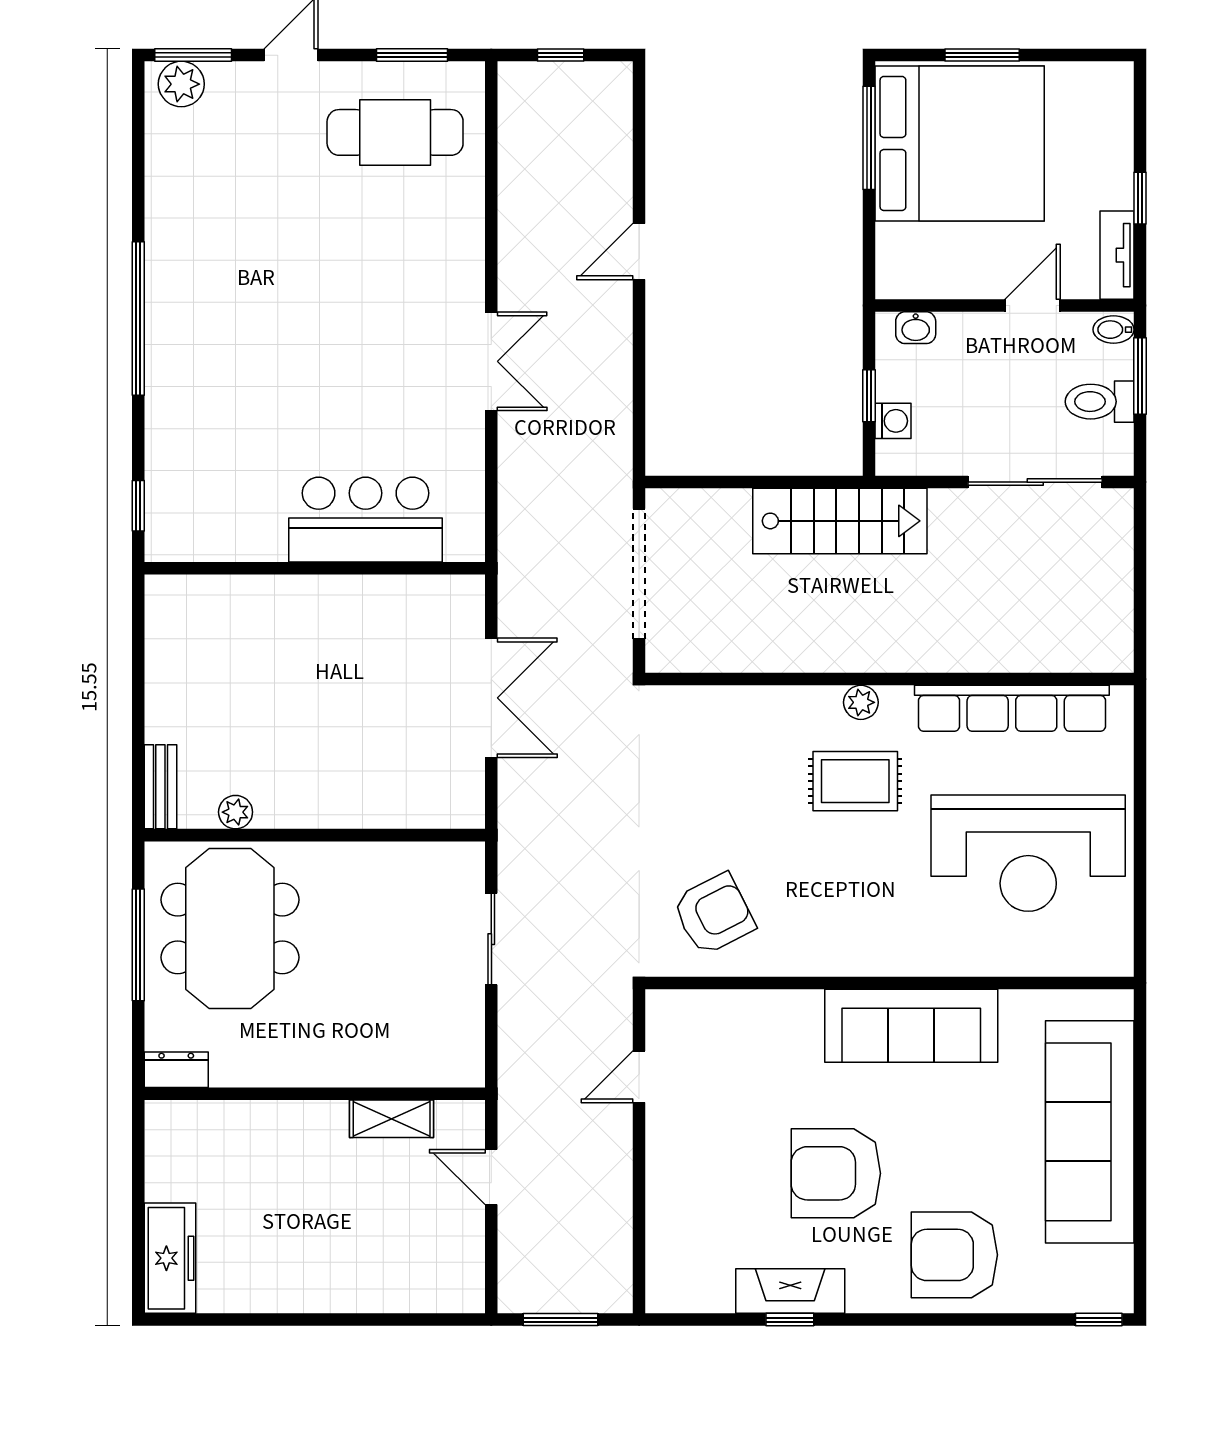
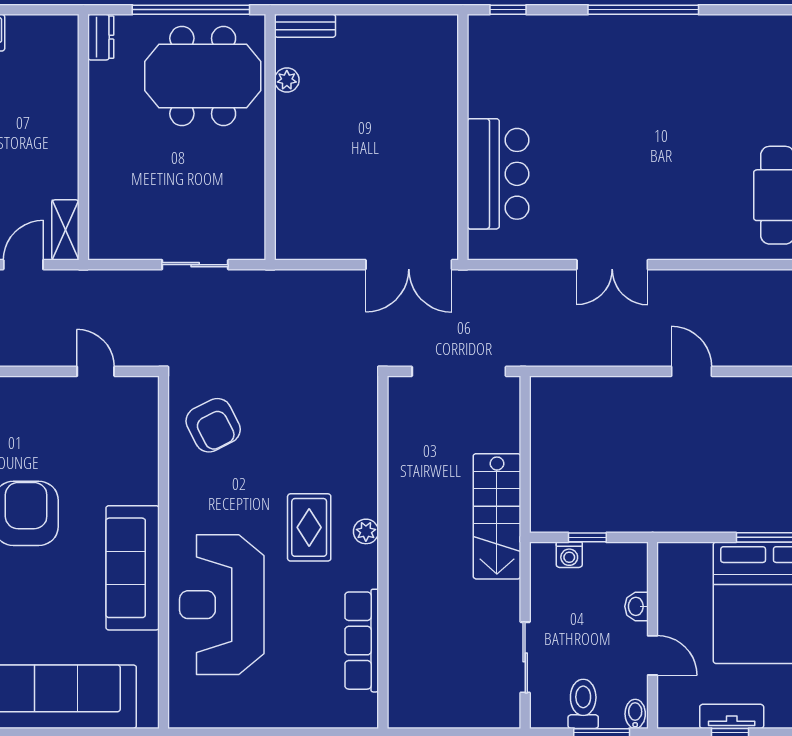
tv unit: (1117, 255) -> (732, 716), moved
washbasin: (916, 328) -> (637, 606), moved
sliding door: (1035, 482) -> (525, 657), width x0.73
double door: (491, 698) -> (409, 265), moved
row of seats: (1012, 708) -> (362, 641), width x0.73
reception desk: (1028, 853) -> (222, 605), moved
window: (138, 945) -> (191, 10), width x1.46
shelving: (392, 1119) -> (65, 230), moved

